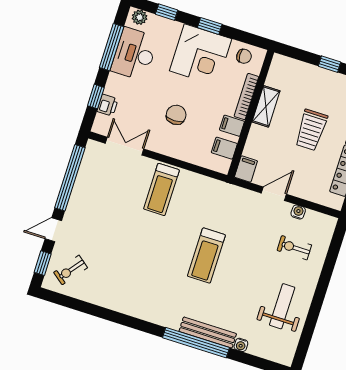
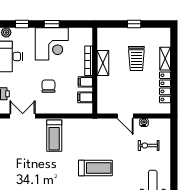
chair: (244, 56) -> (79, 36), removed
trolley: (311, 130) -> (136, 58), moved
filing cabinet: (246, 169) -> (103, 106), removed
door: (274, 194) -> (125, 116), swing flipped
treadmill: (206, 256) -> (95, 168), turned -90

